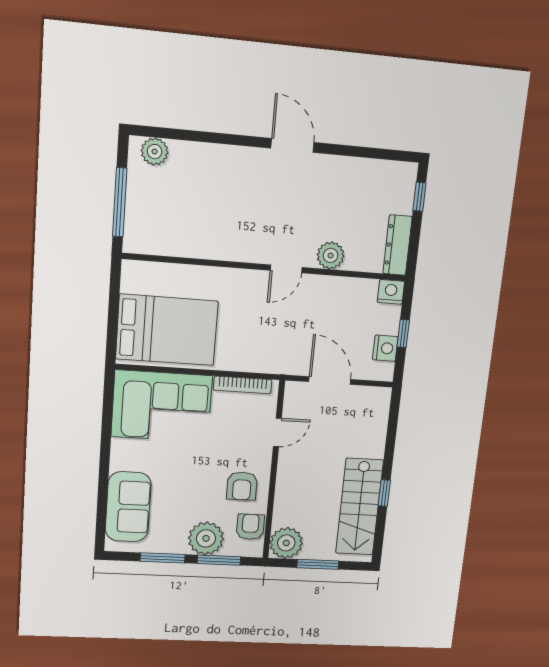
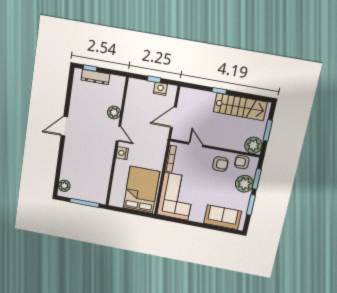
dresser: (398, 245) -> (95, 77), moved
nightstand: (391, 292) -> (122, 153), moved
window: (384, 493) -> (219, 91), moved

